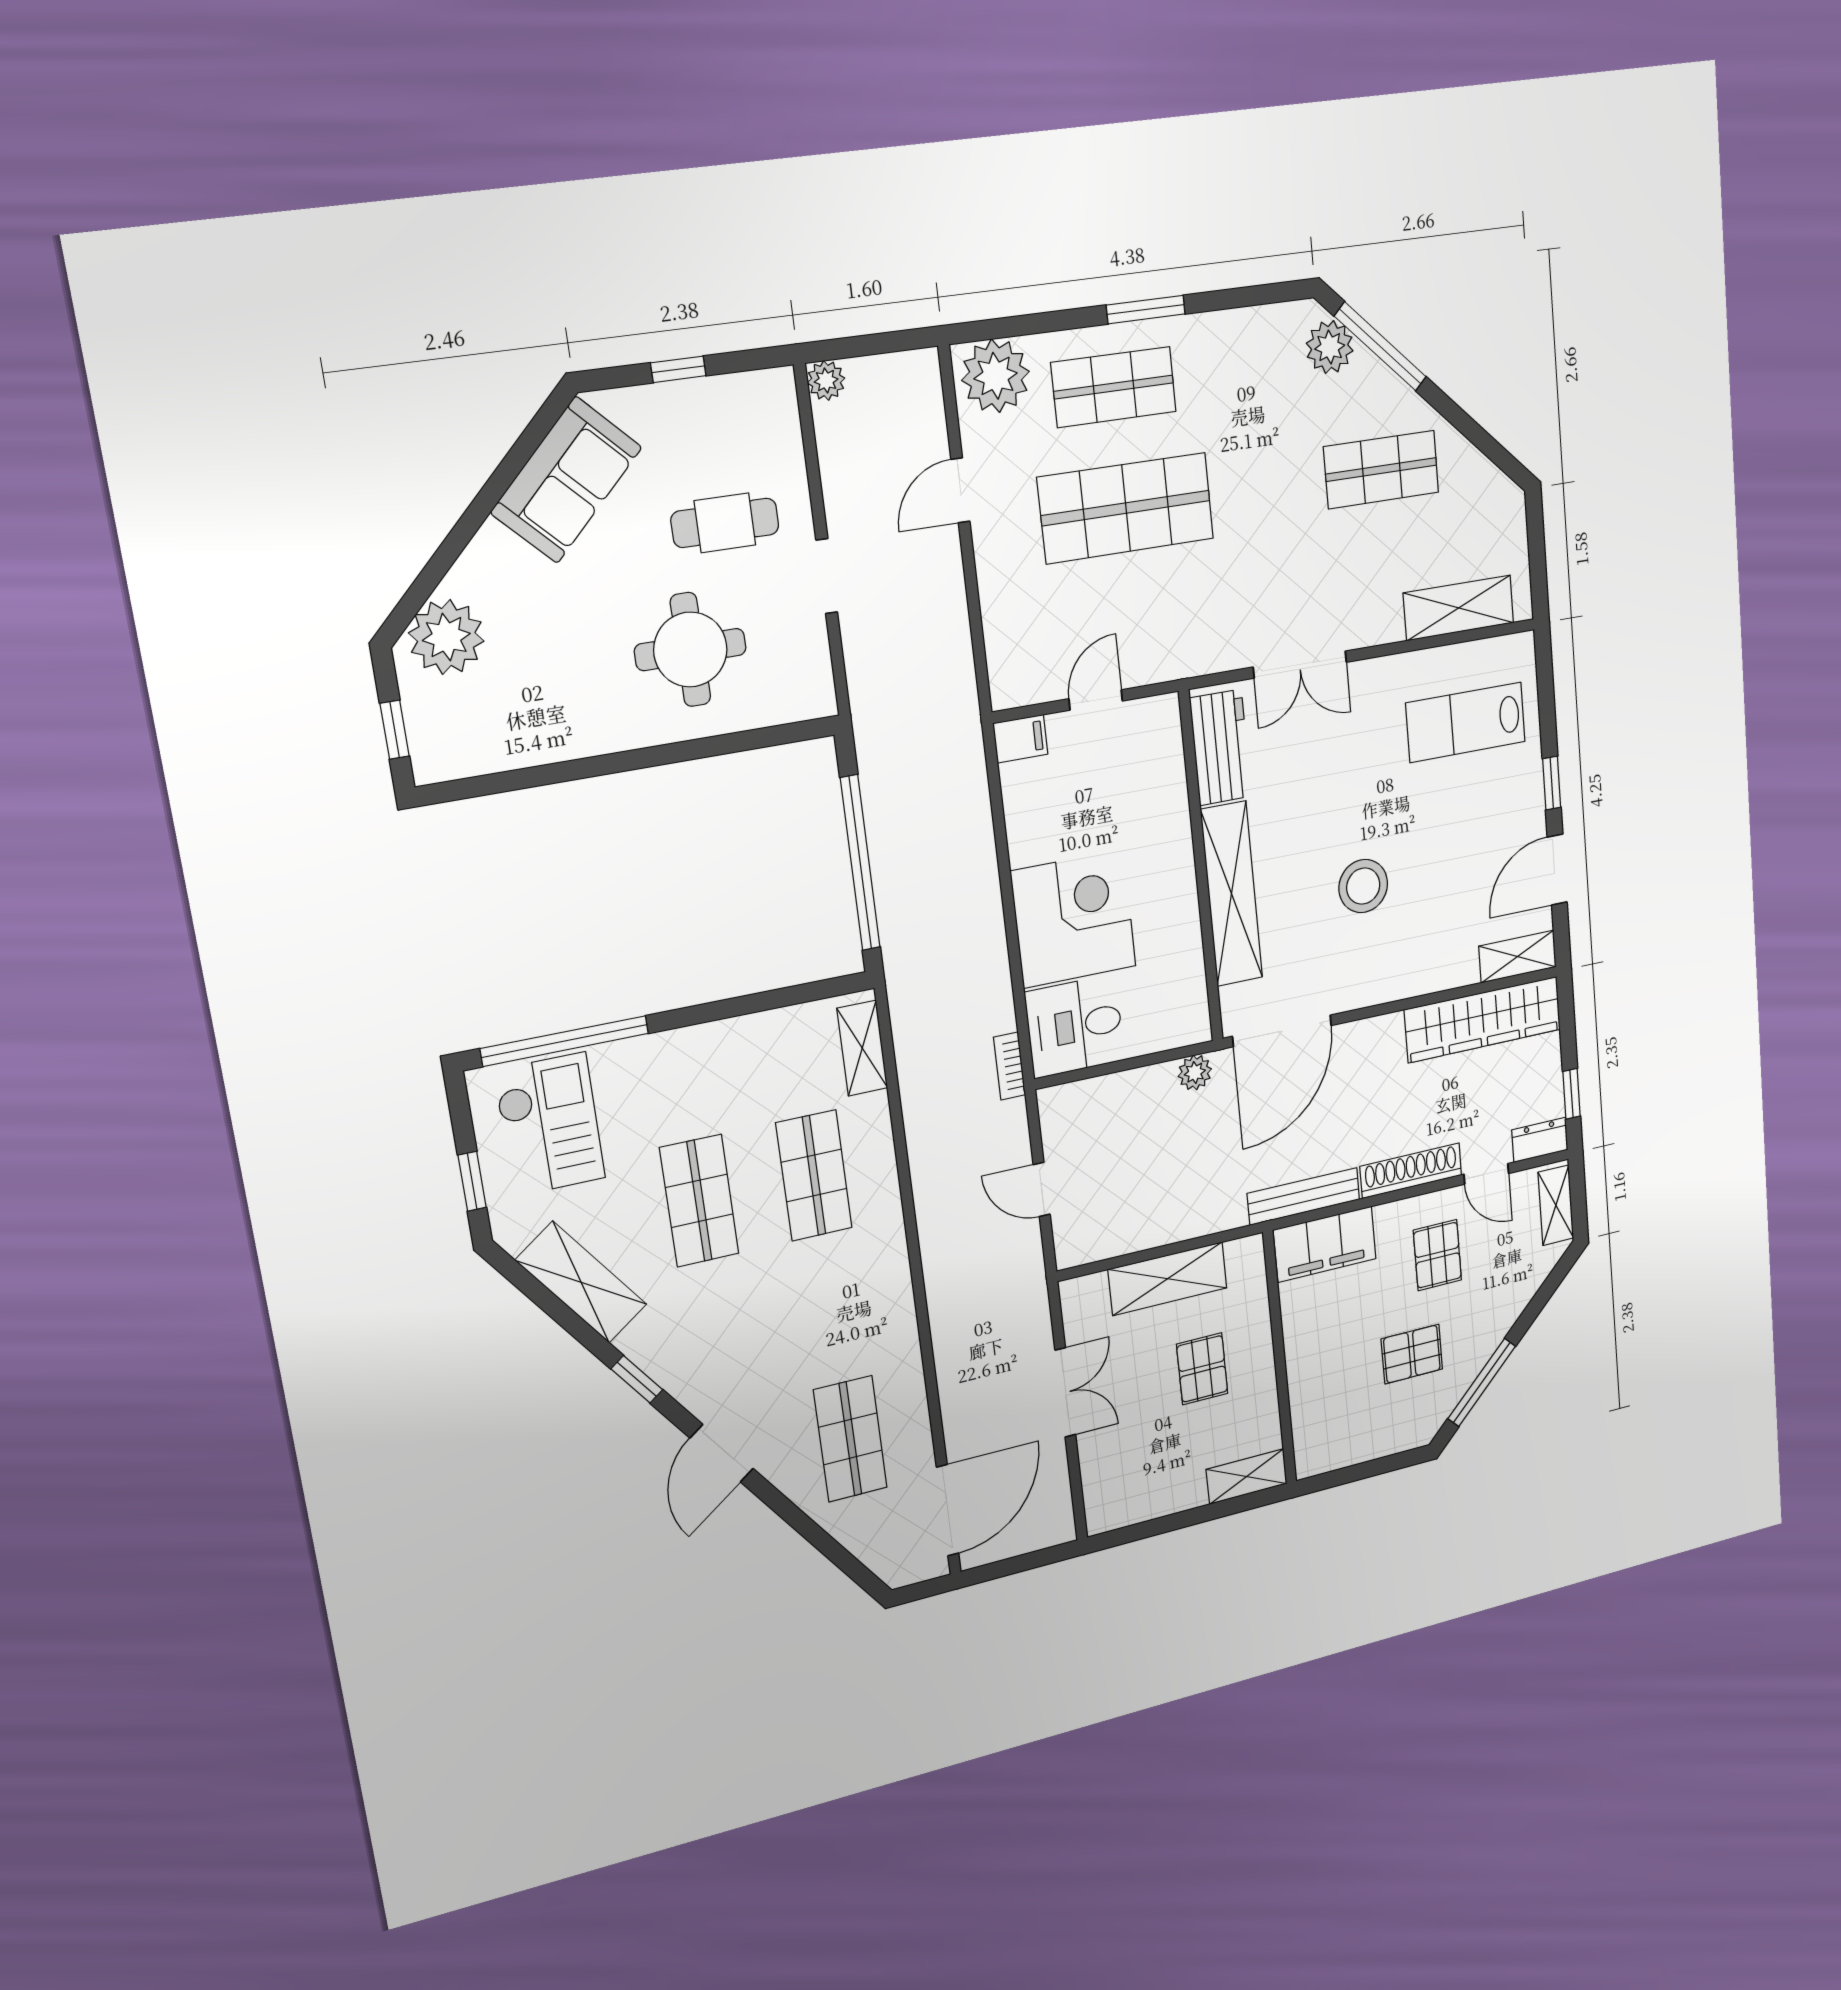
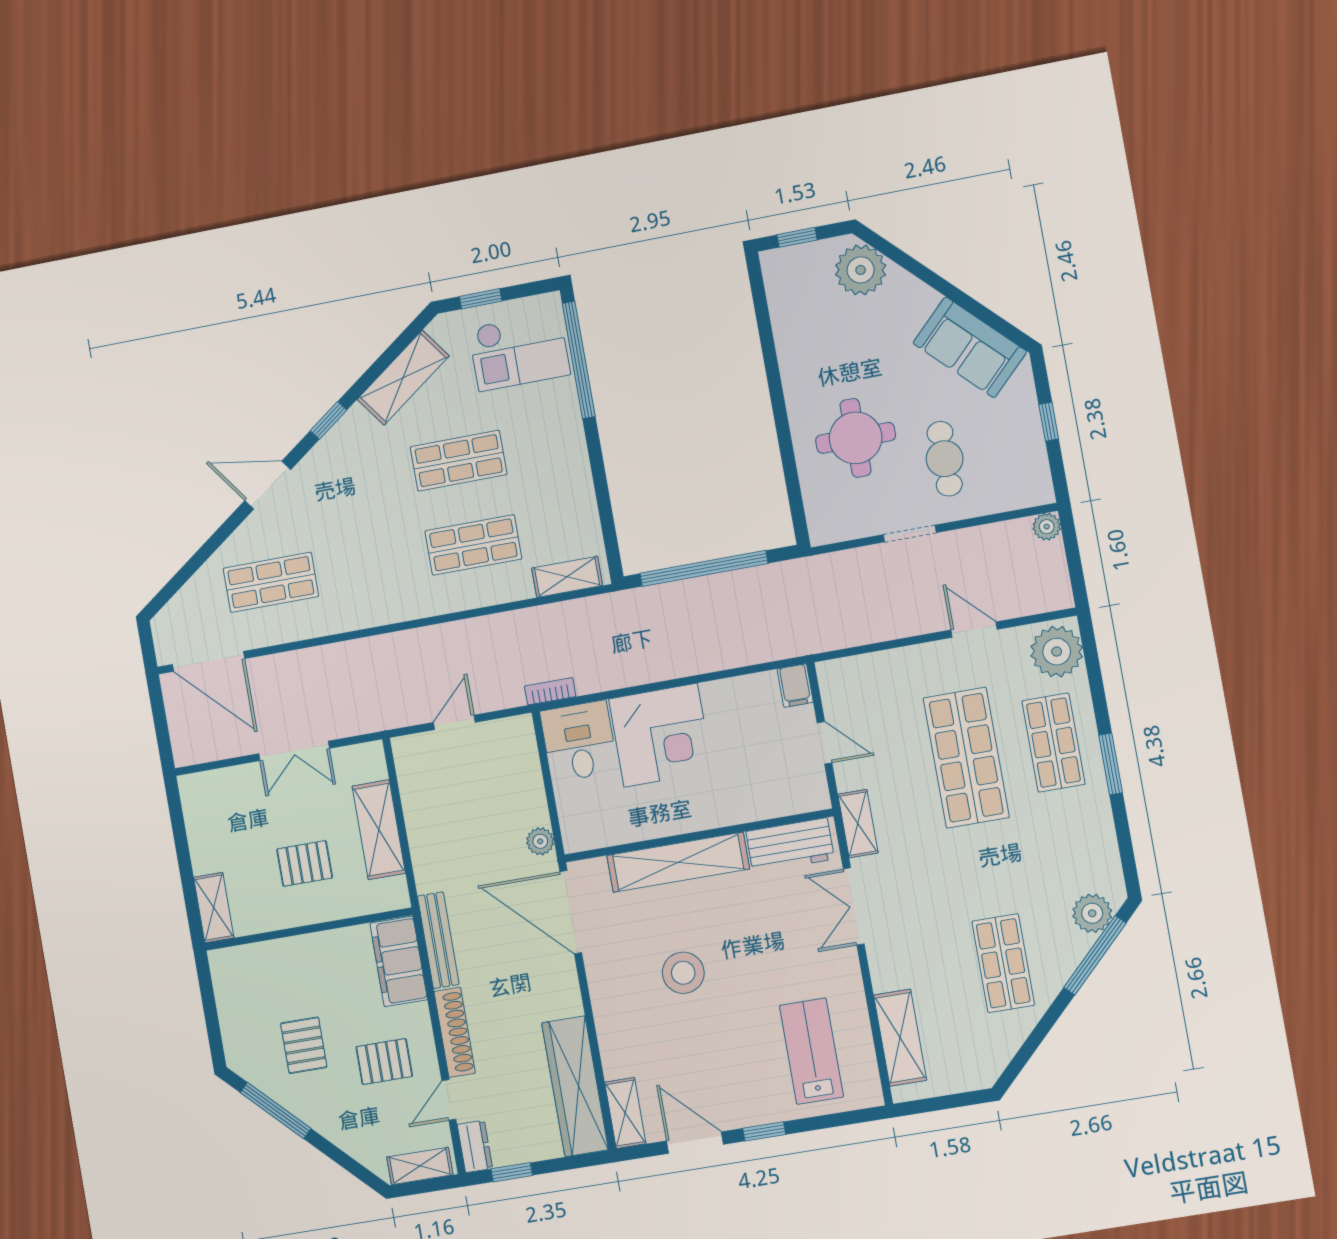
shelving: (1199, 657) -> (858, 824), added

